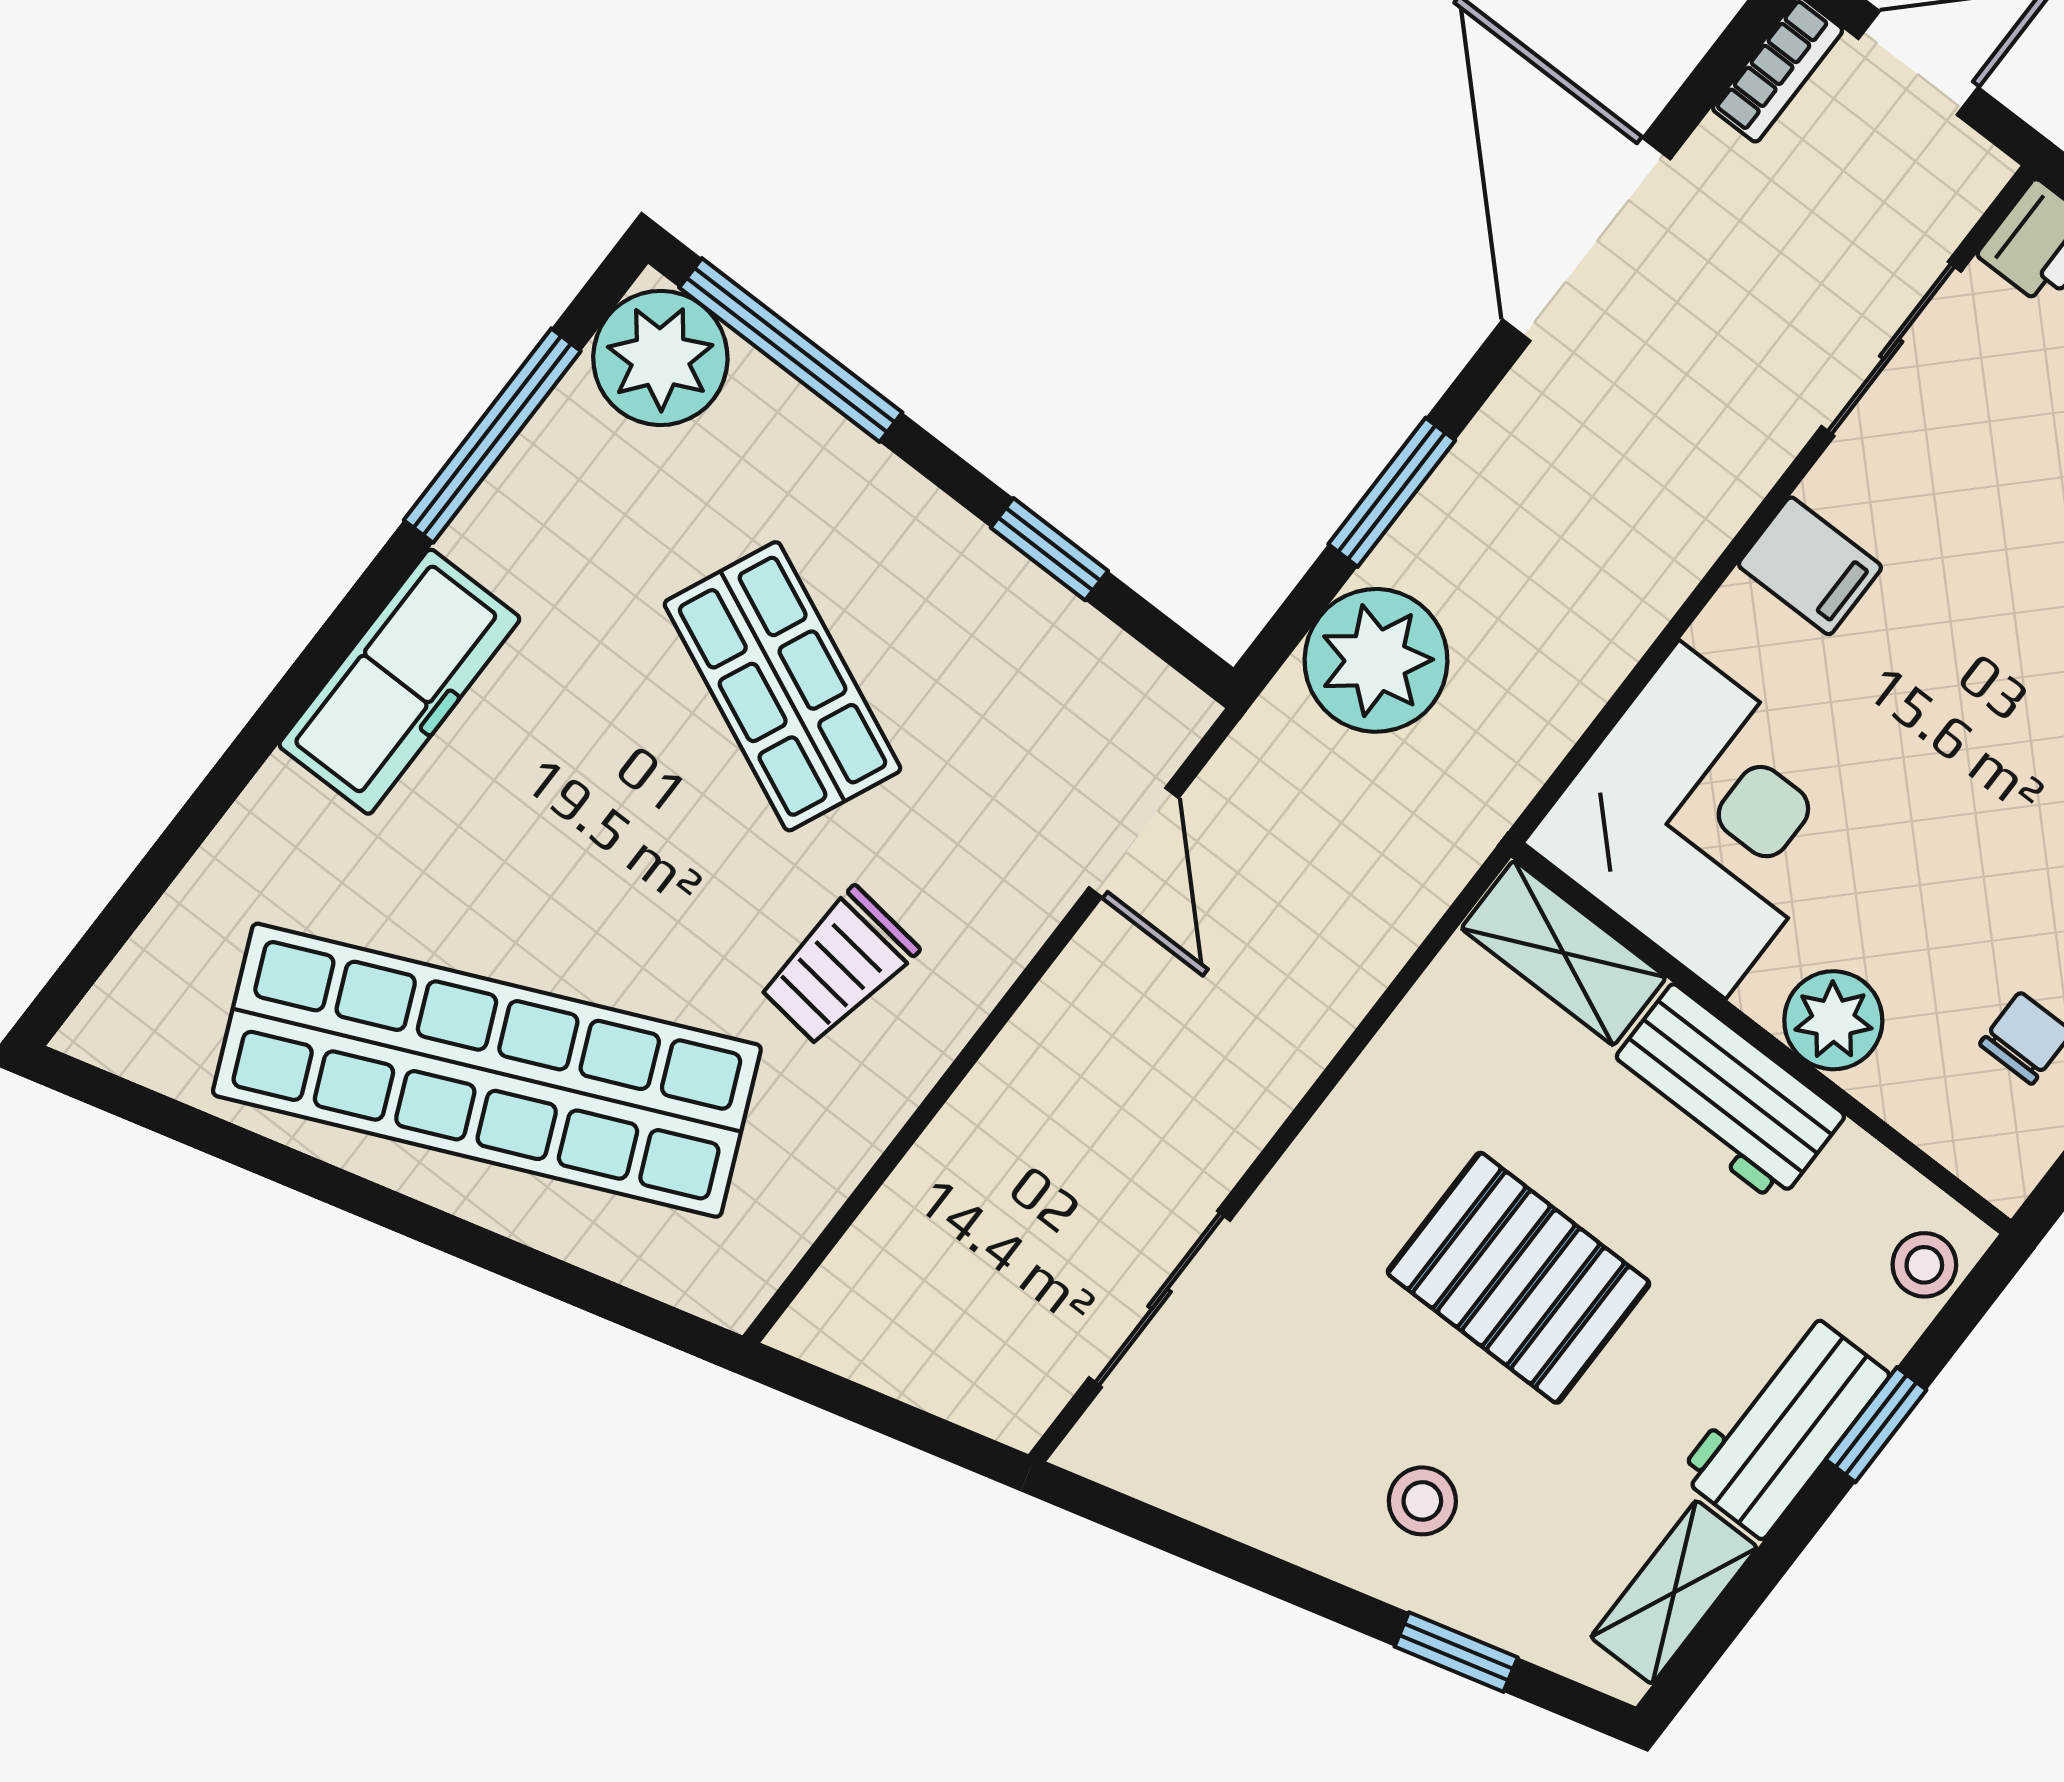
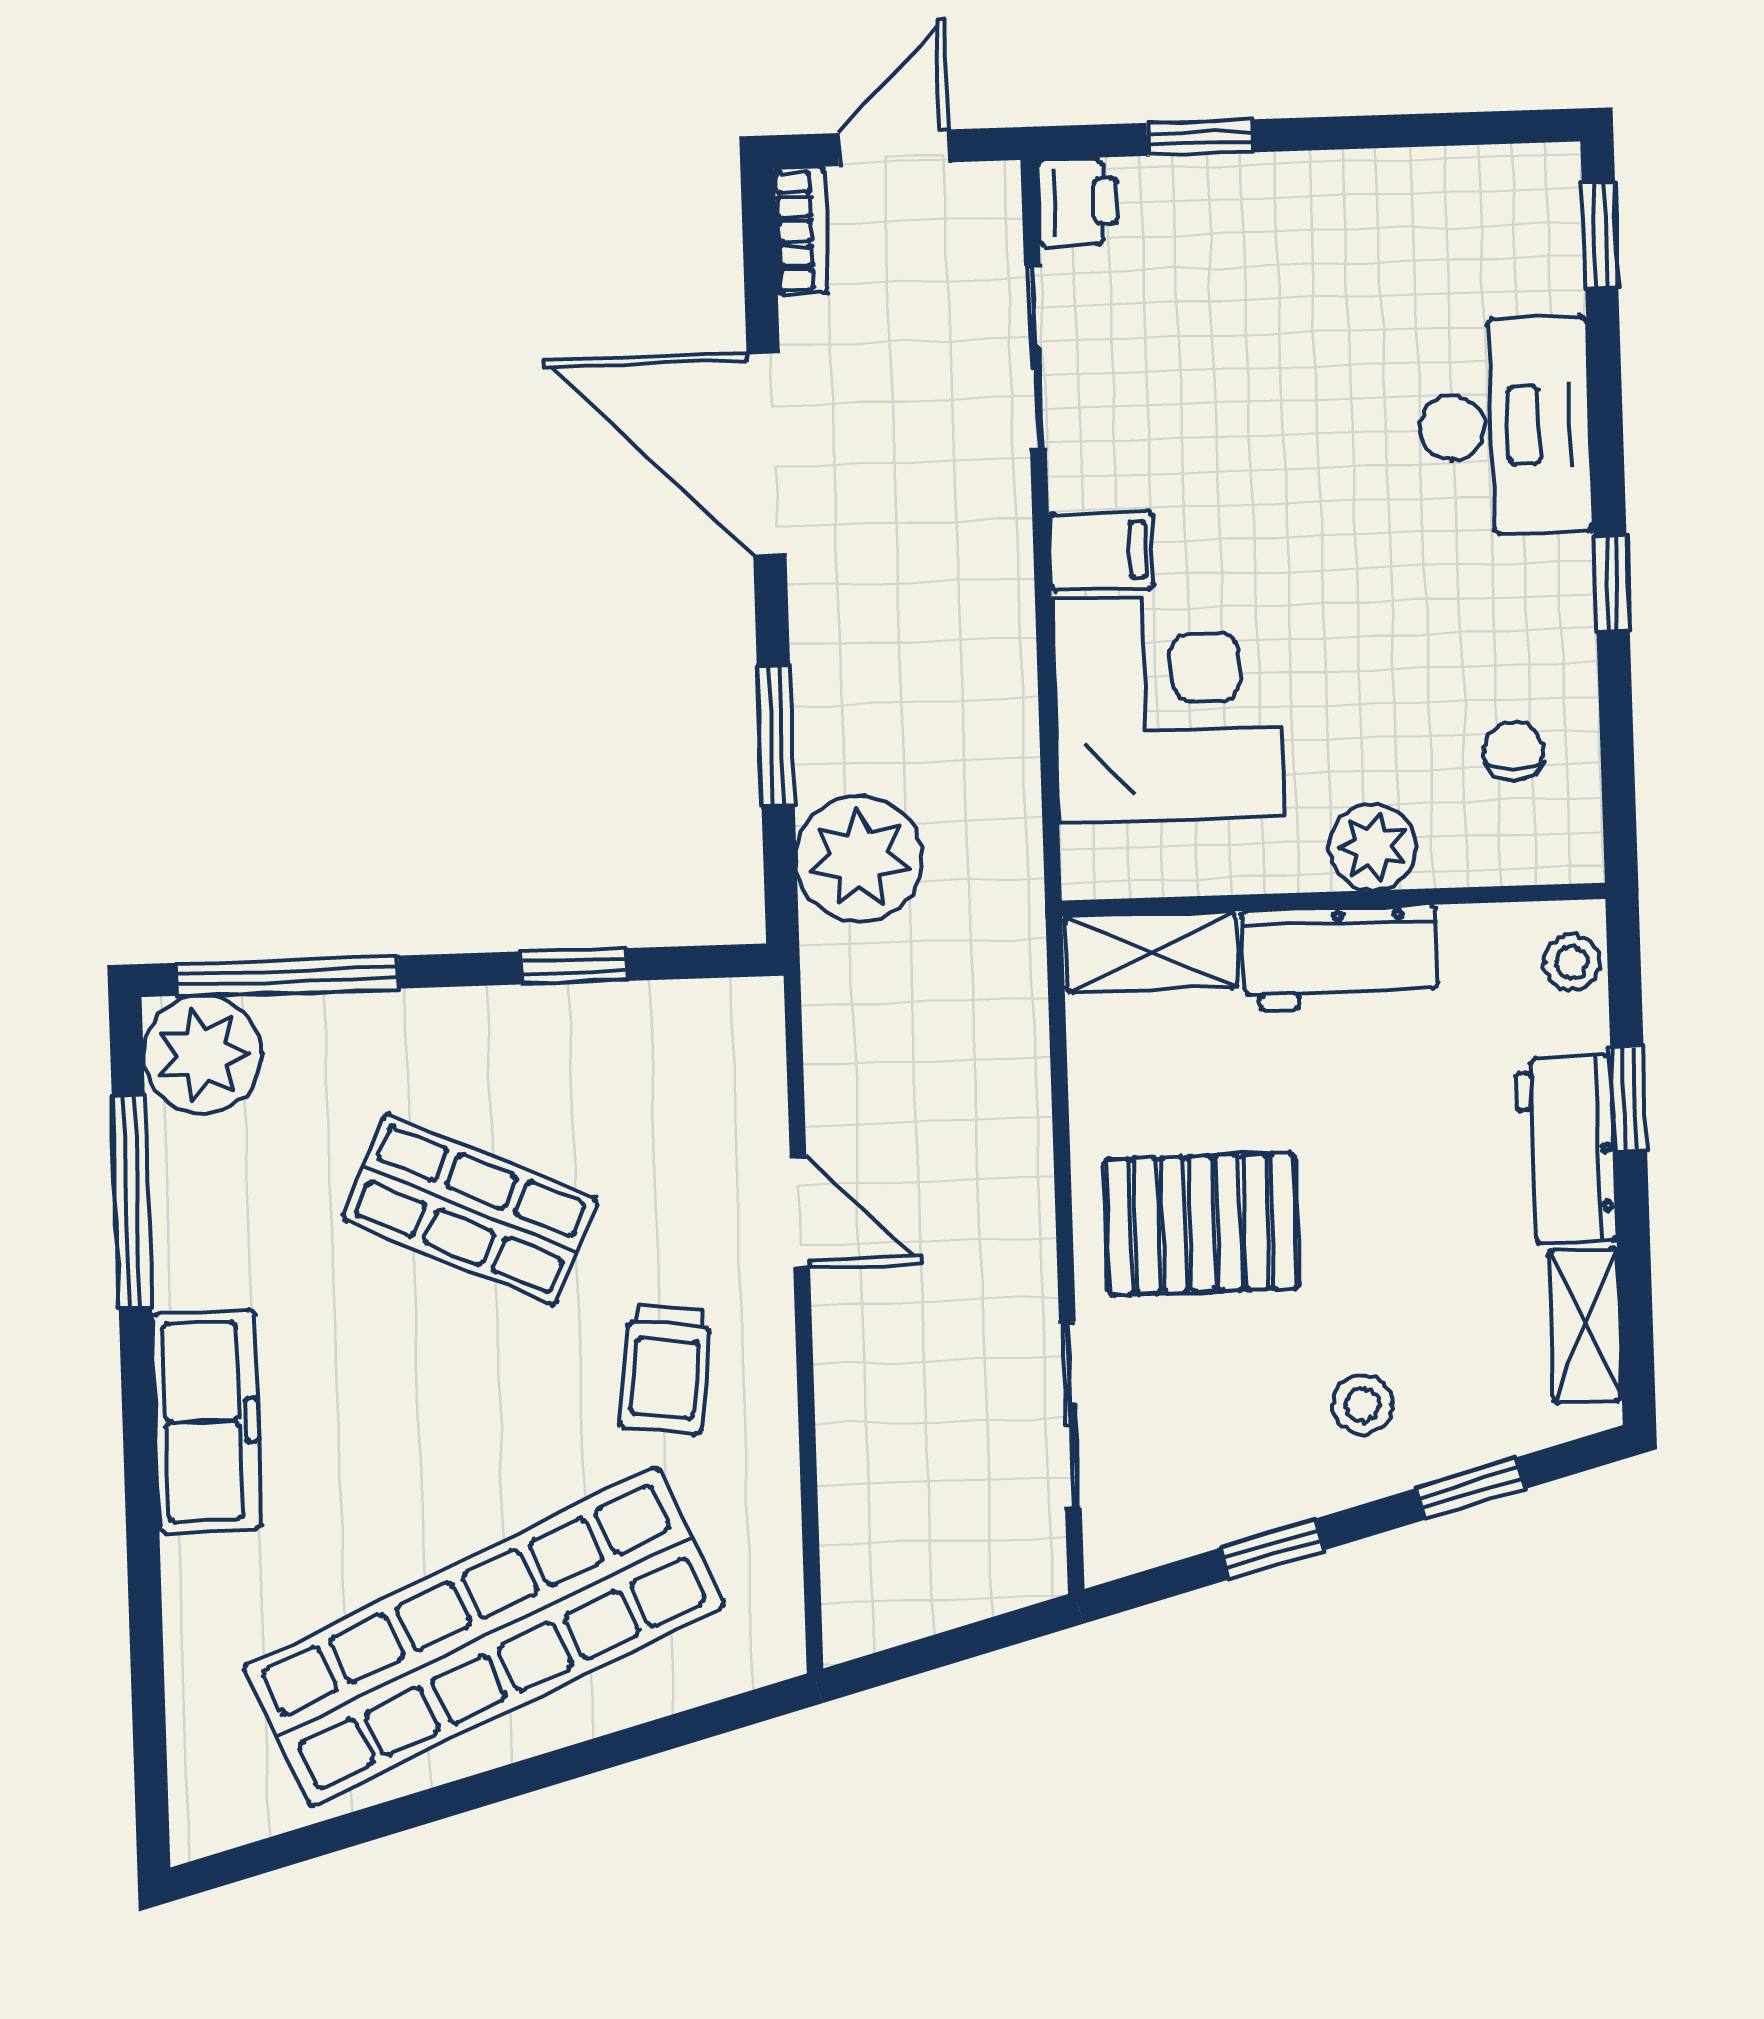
corner desk: (1702, 820) -> (1168, 707), moved
door: (1134, 843) -> (800, 1212), moved
pallet: (1518, 1278) -> (1201, 1224), moved
window: (1240, 1562) -> (1273, 1549), added

